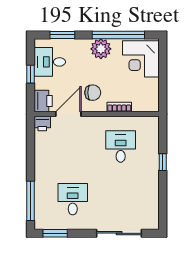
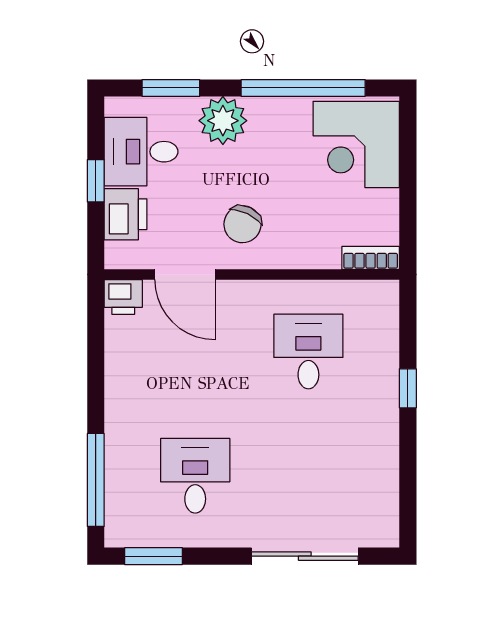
plant: (101, 49) -> (223, 121), moved
chair: (93, 93) -> (242, 224), turned 116
printer: (43, 101) -> (125, 214), moved
bookcase: (119, 107) -> (371, 258), moved
door: (68, 114) -> (185, 275), swing flipped

